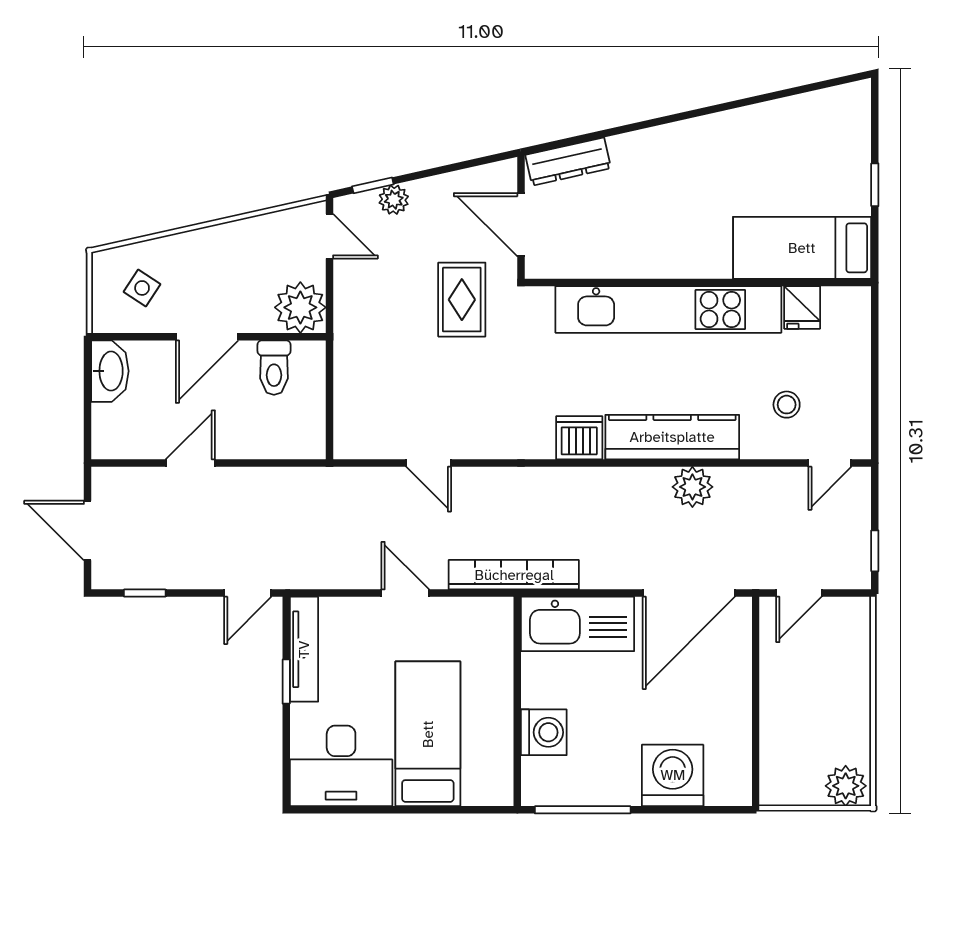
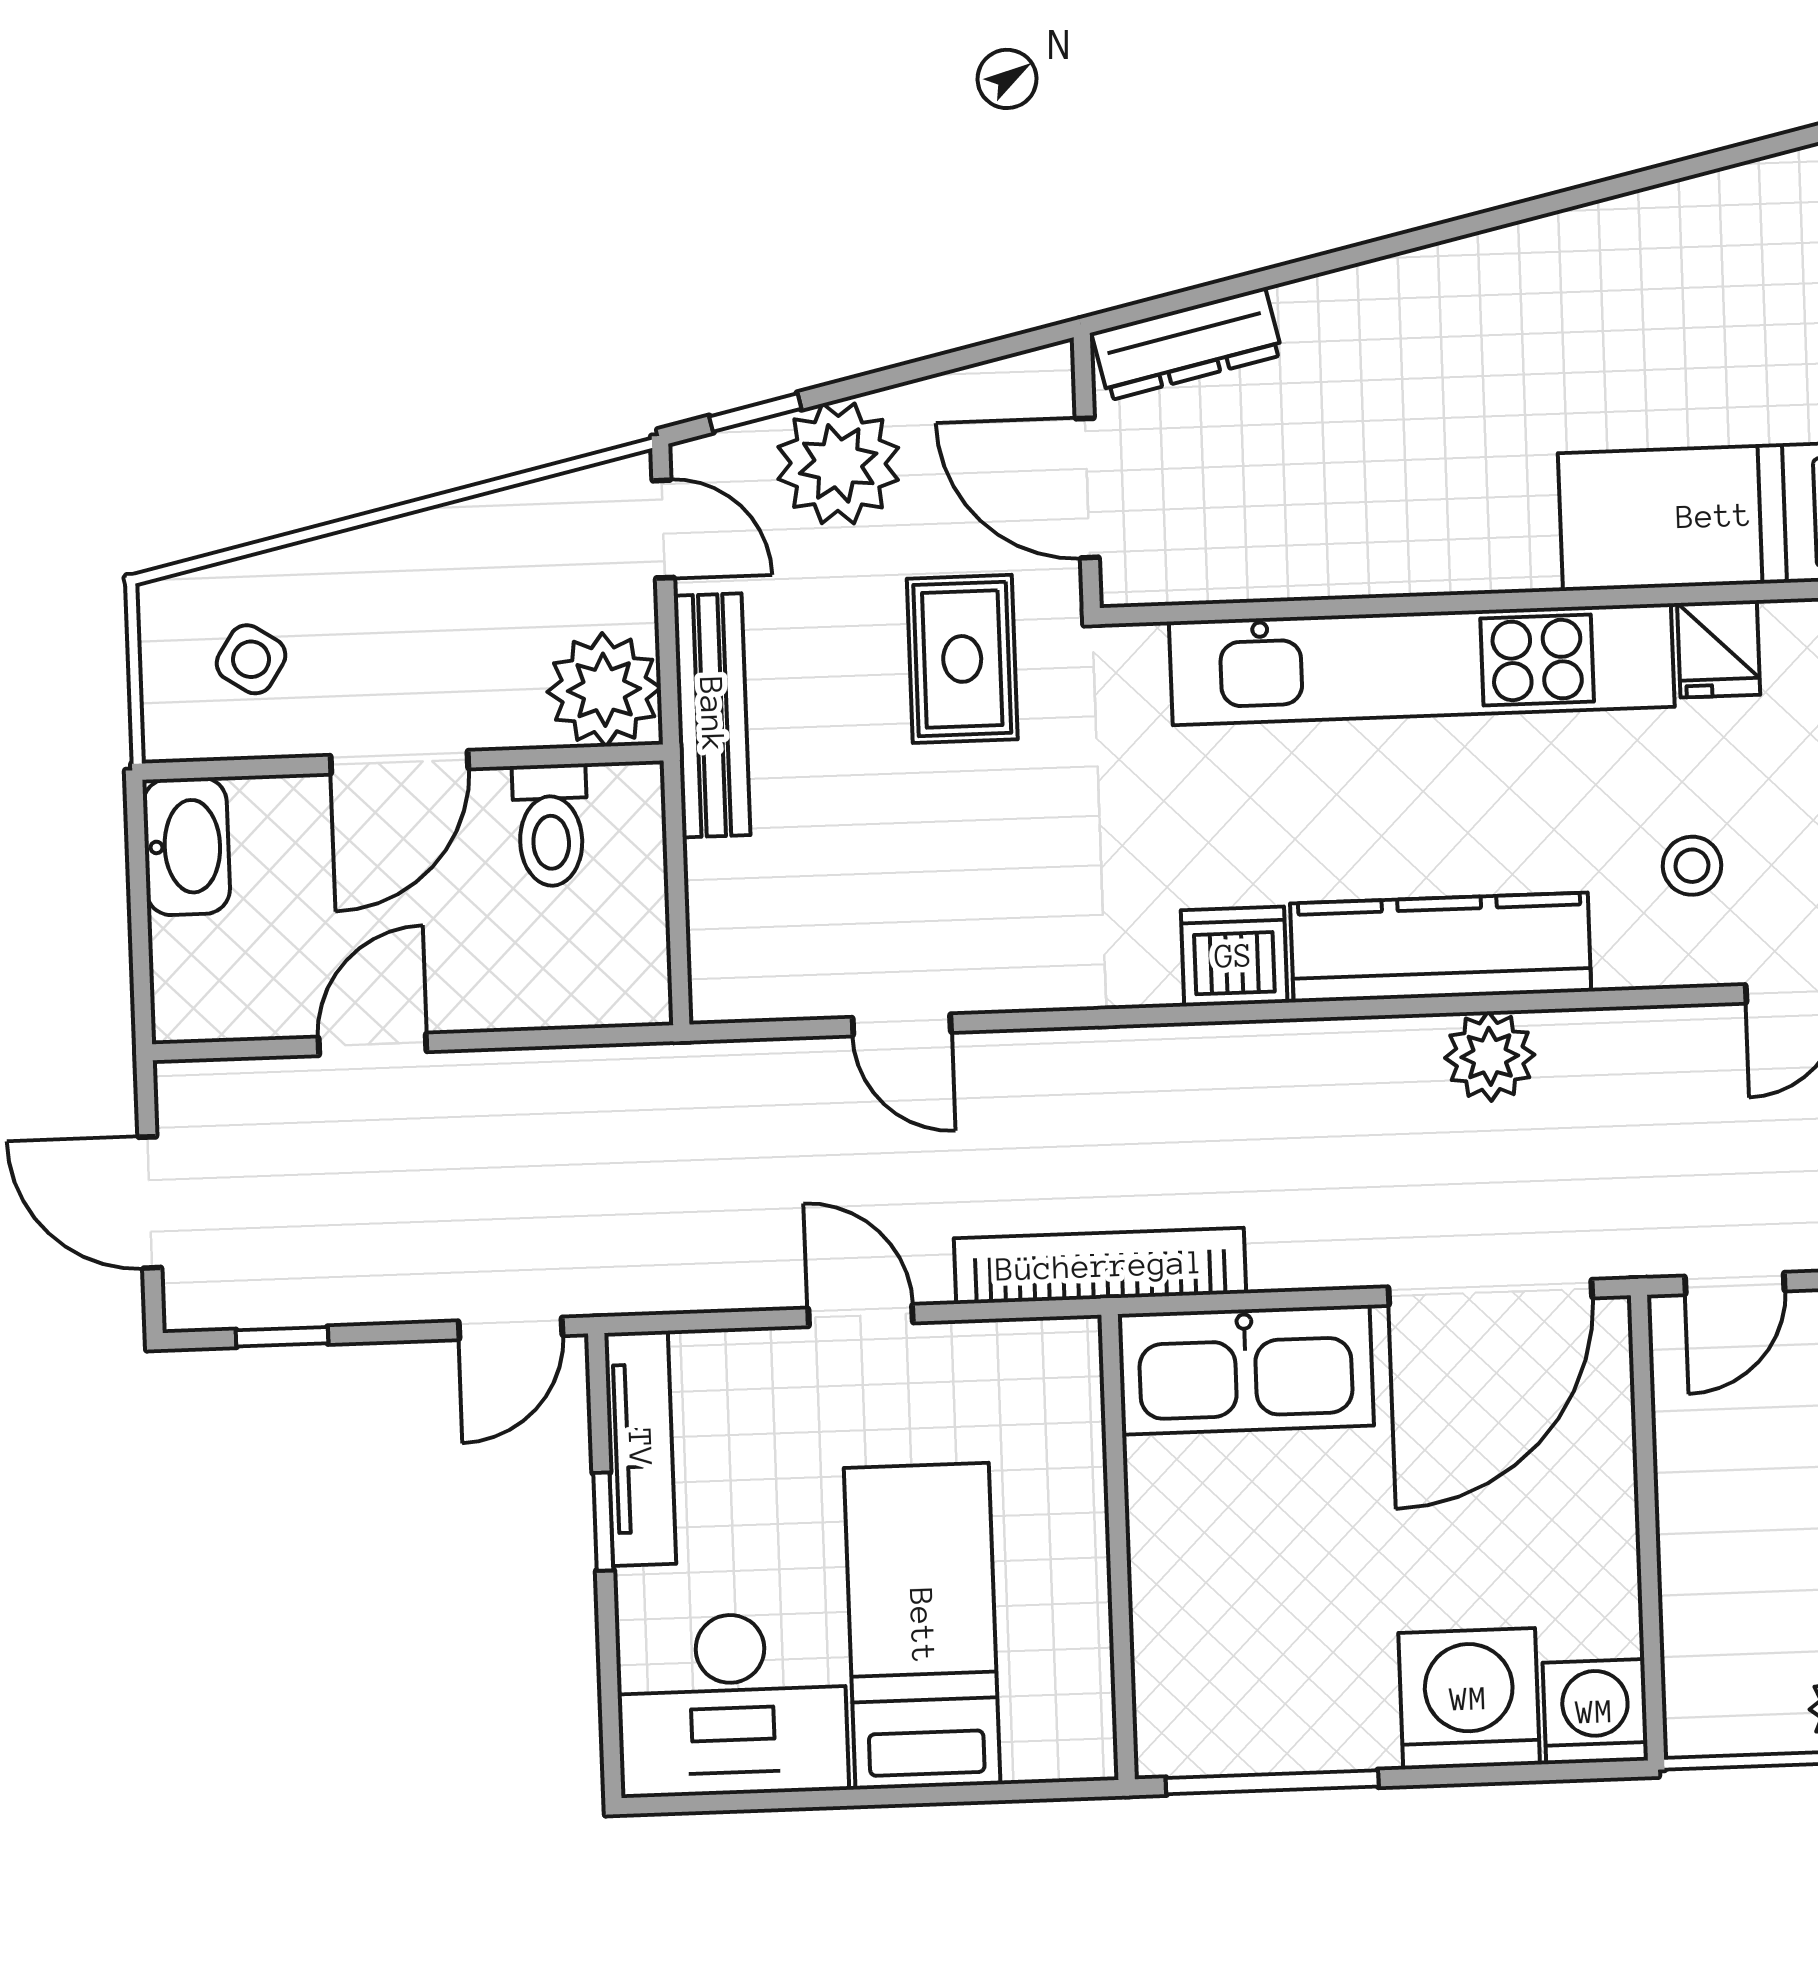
plant: (394, 200) -> (838, 463), width x1.88, depth x1.88
bench: (348, 321) -> (712, 715), added
washing machine: (544, 732) -> (1595, 1712), moved, turned -90

